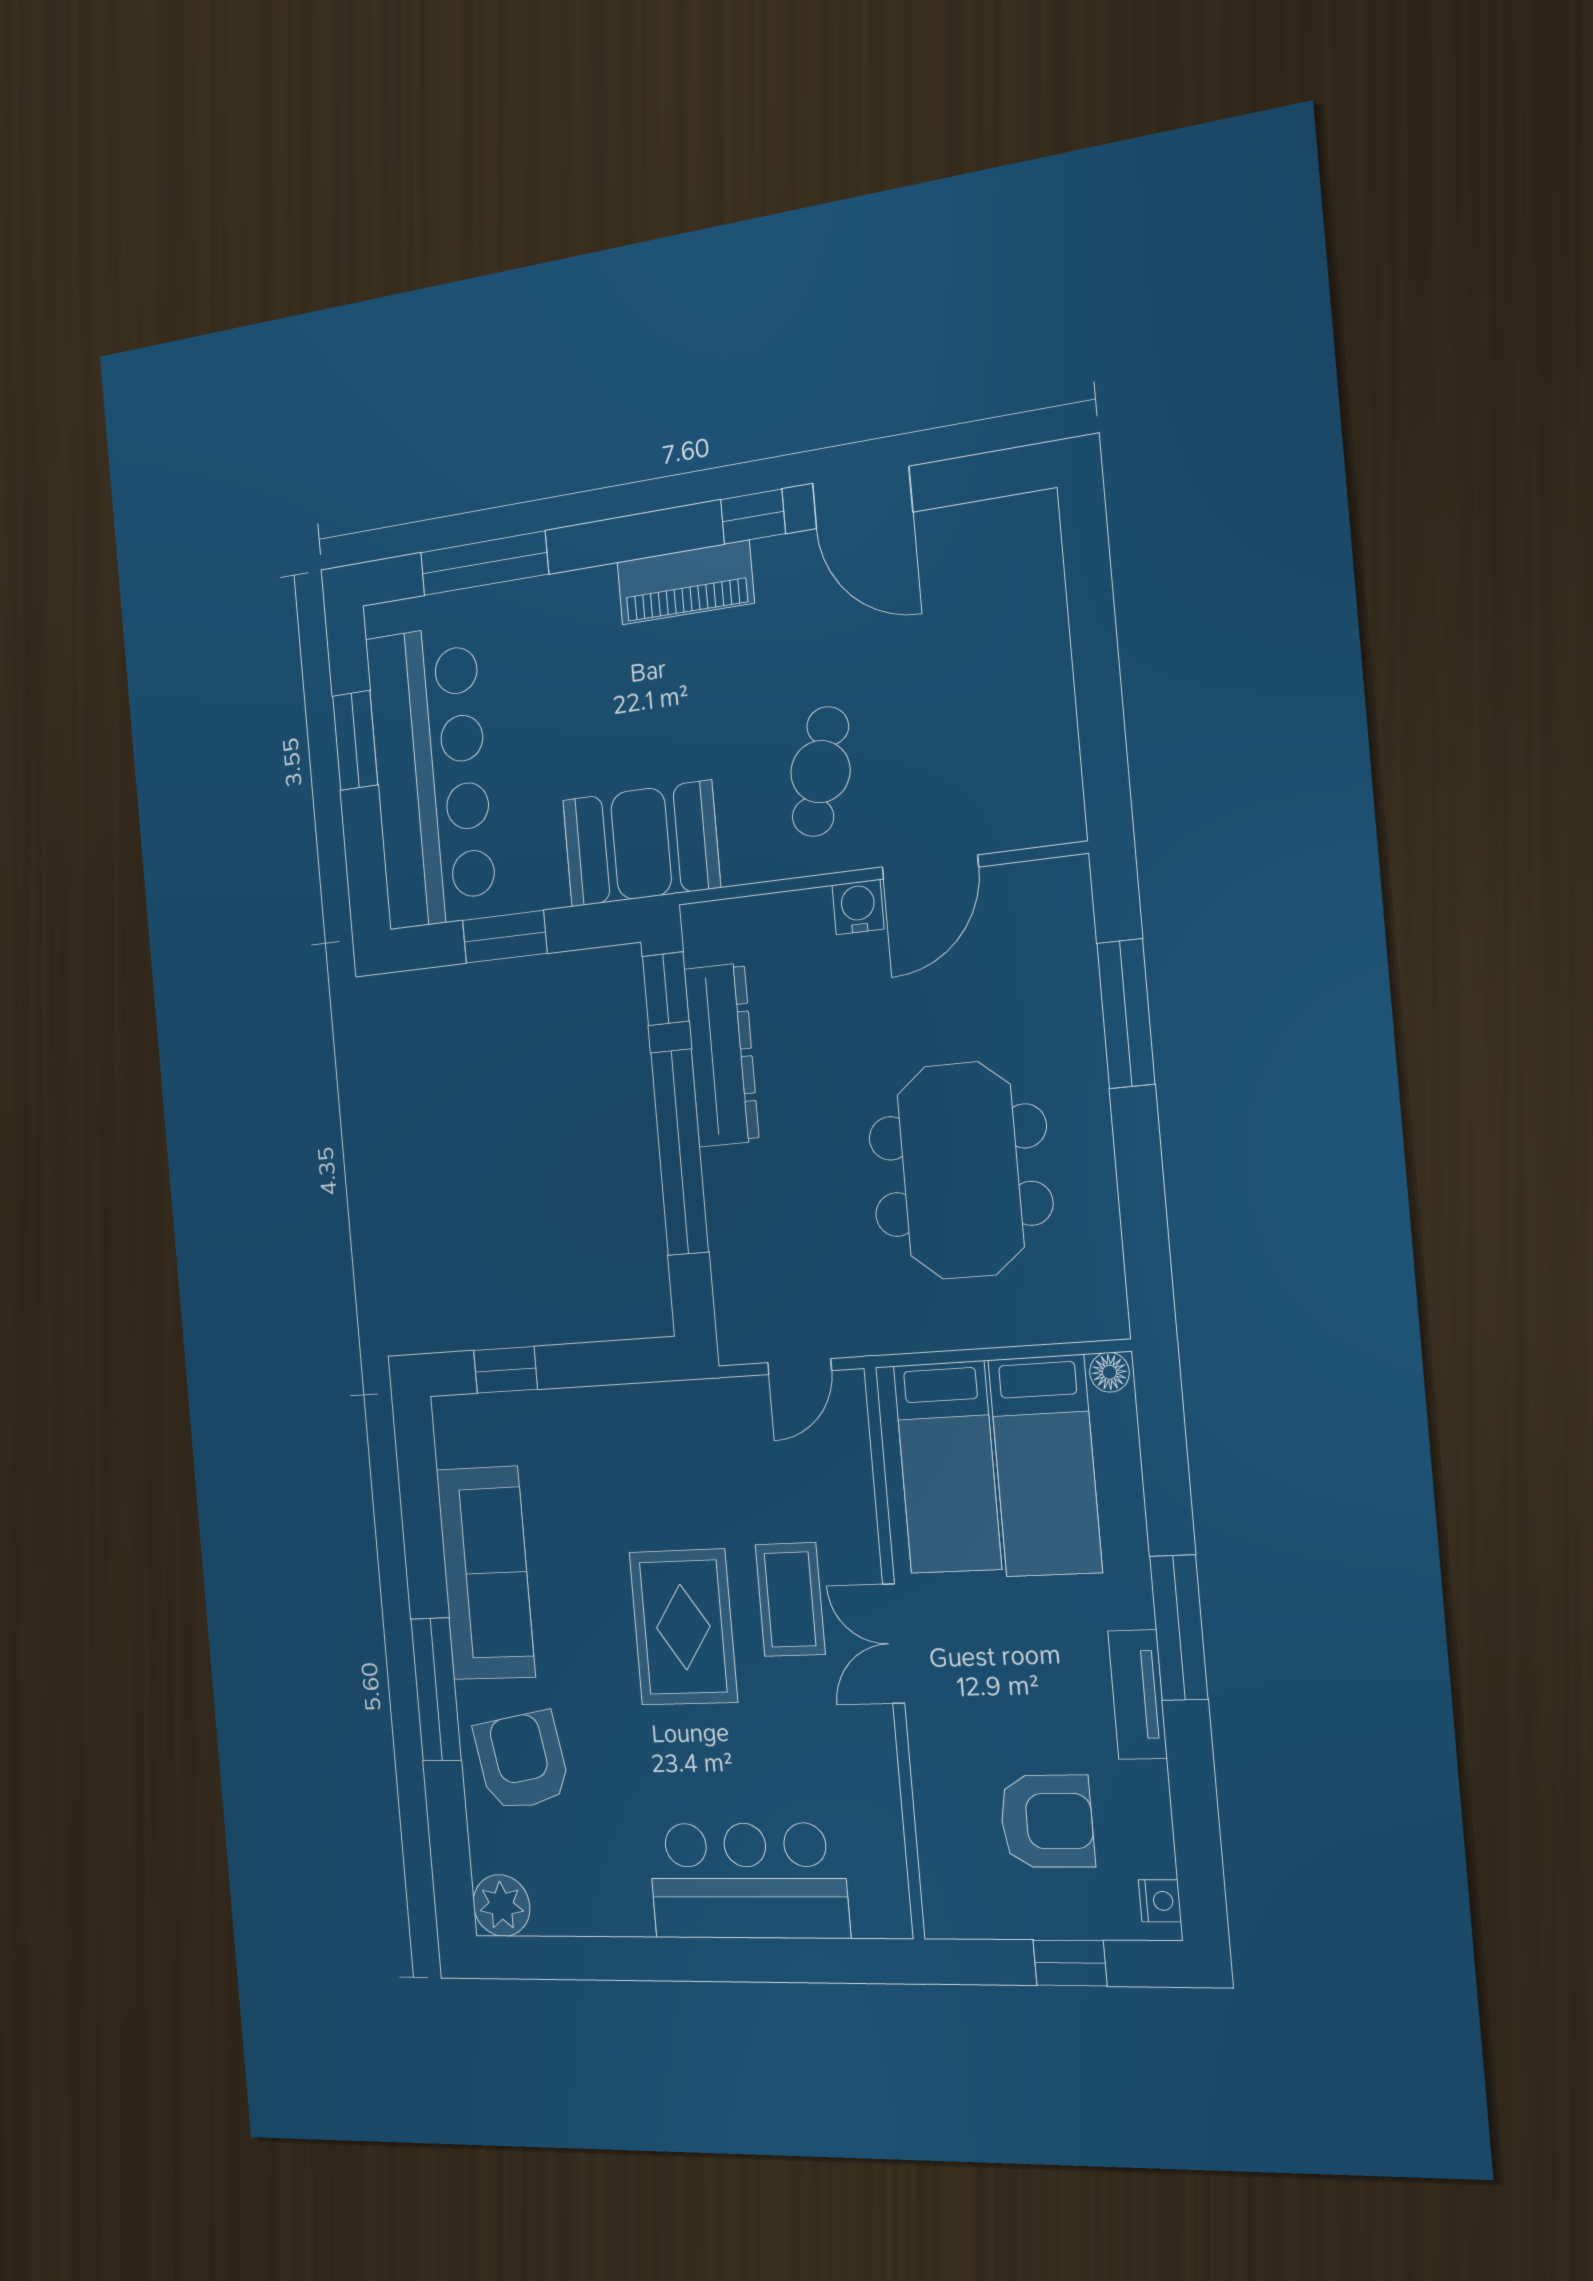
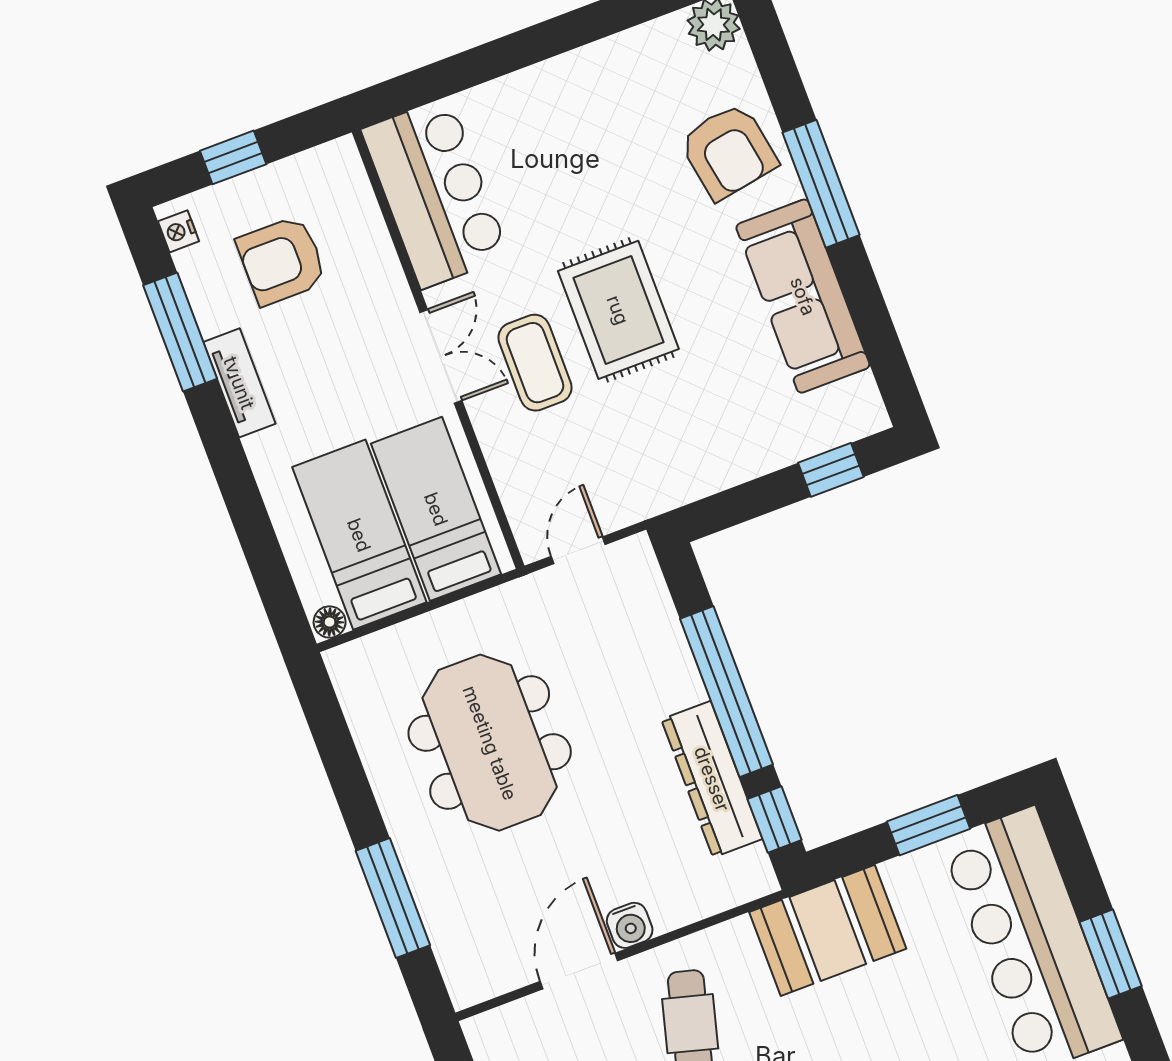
window: (1179, 1628) -> (180, 332), moved
bar counter: (748, 1881) -> (435, 193), moved, turned -90

